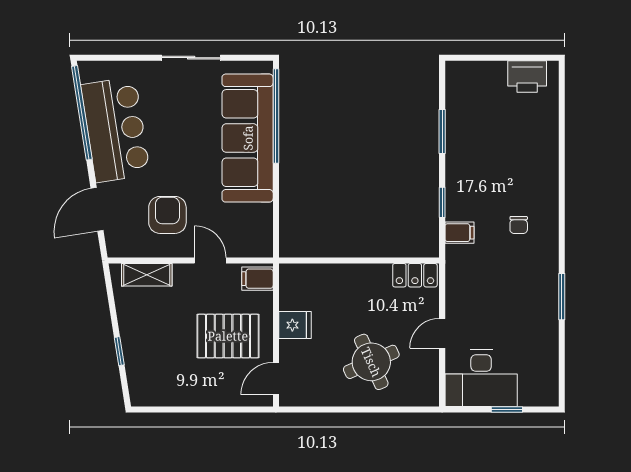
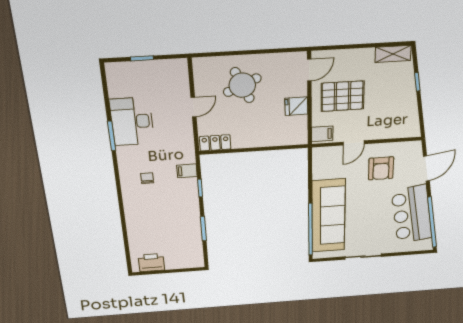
door: (210, 260) -> (354, 143), hinge flipped
shelving: (147, 275) -> (393, 54), moved
desk: (481, 378) -> (132, 122), moved, turned -90

